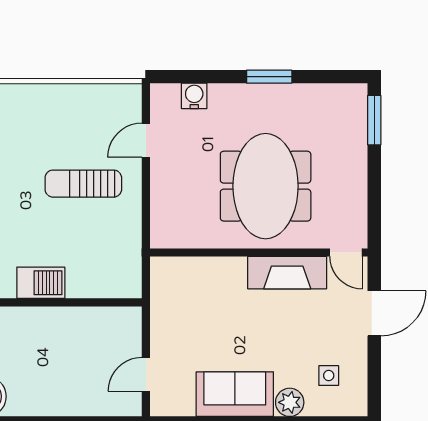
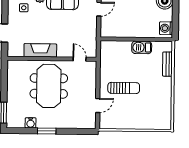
water cooler: (194, 96) -> (31, 123), moved
door: (346, 252) -> (80, 59), moved

